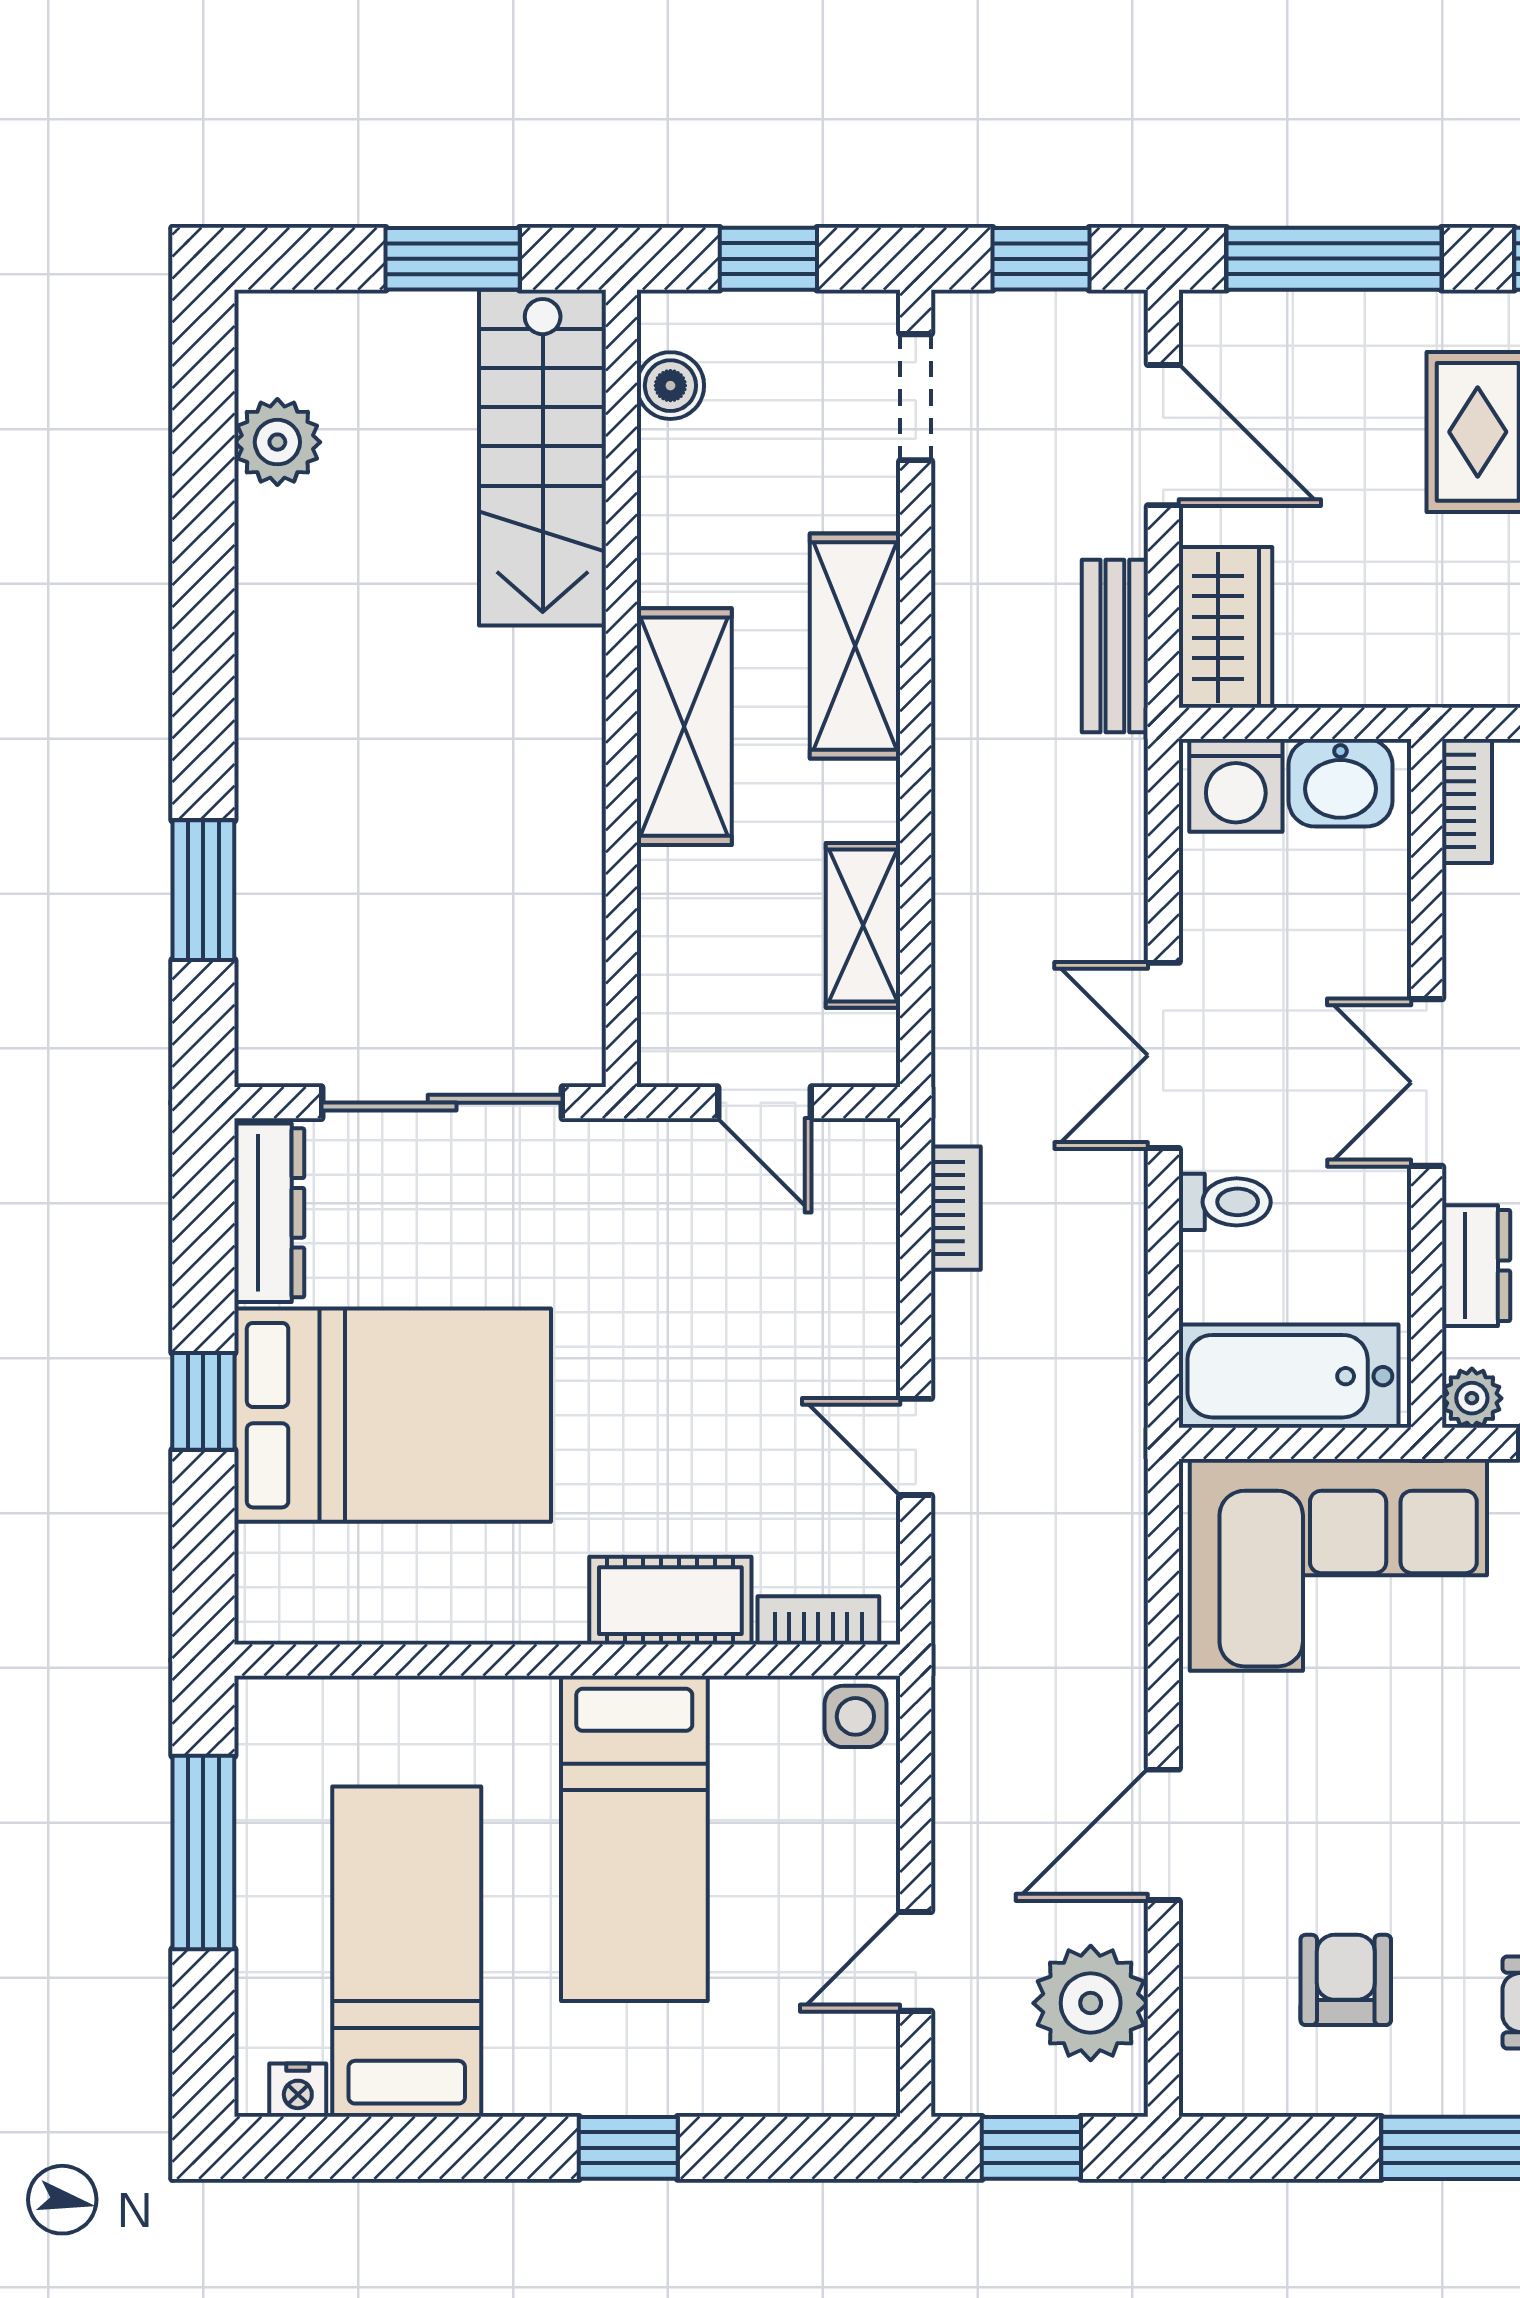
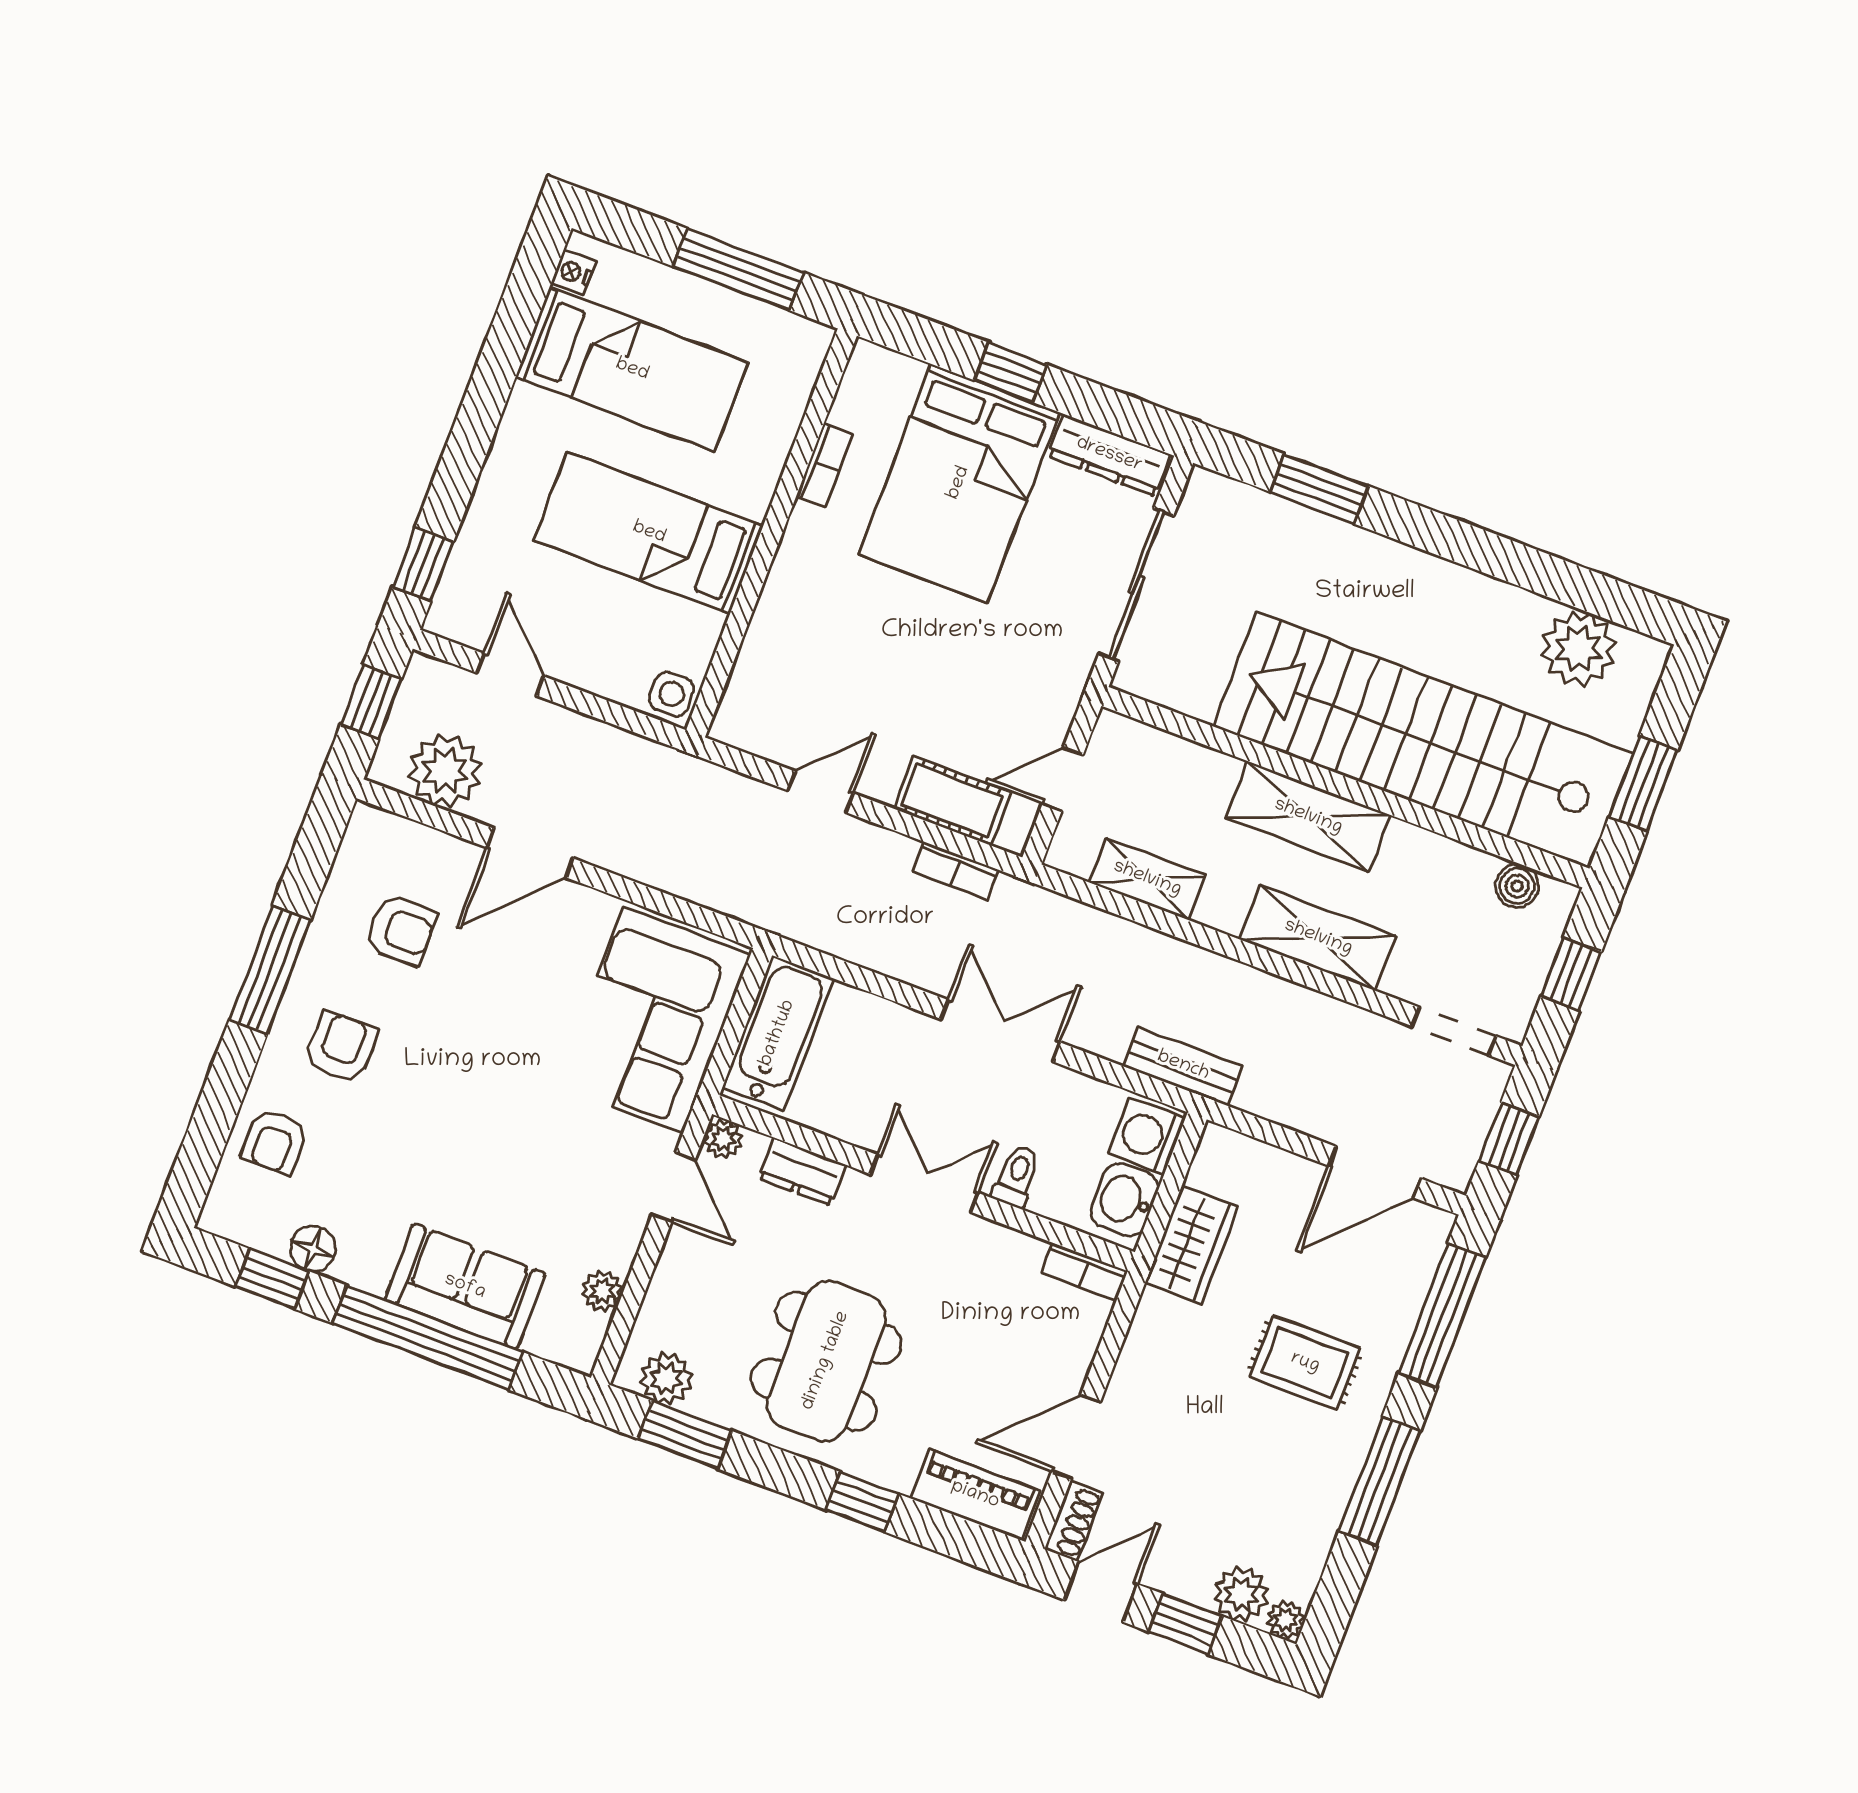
plant: (277, 442) -> (1578, 649), width x1.36, depth x1.36
stairs: (543, 458) -> (1423, 740), width x1.86, depth x1.51
wardrobe: (1226, 627) -> (1191, 1245), moved, turned -90
bench: (1115, 646) -> (1183, 1066), moved
toilet: (1225, 1202) -> (1017, 1176), moved, turned 180
cot: (670, 1601) -> (952, 801), moved, turned 90
bookcase: (818, 1620) -> (824, 465), moved
door: (1163, 1835) -> (530, 853), swing flipped
window: (628, 2148) -> (423, 564), moved

